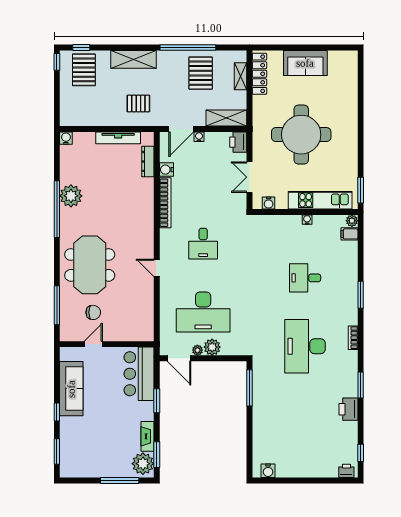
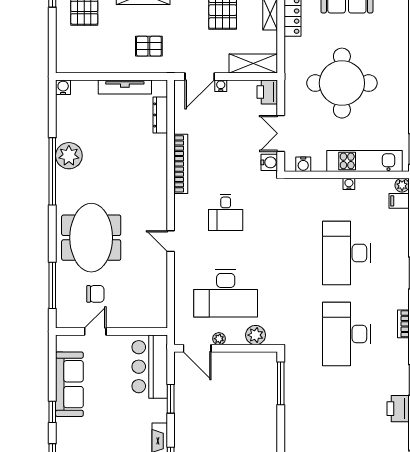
water cooler: (166, 170) -> (269, 162), moved, turned 180
desk: (305, 278) -> (347, 253), width x1.87, depth x1.30
plant: (212, 347) -> (256, 335), moved

